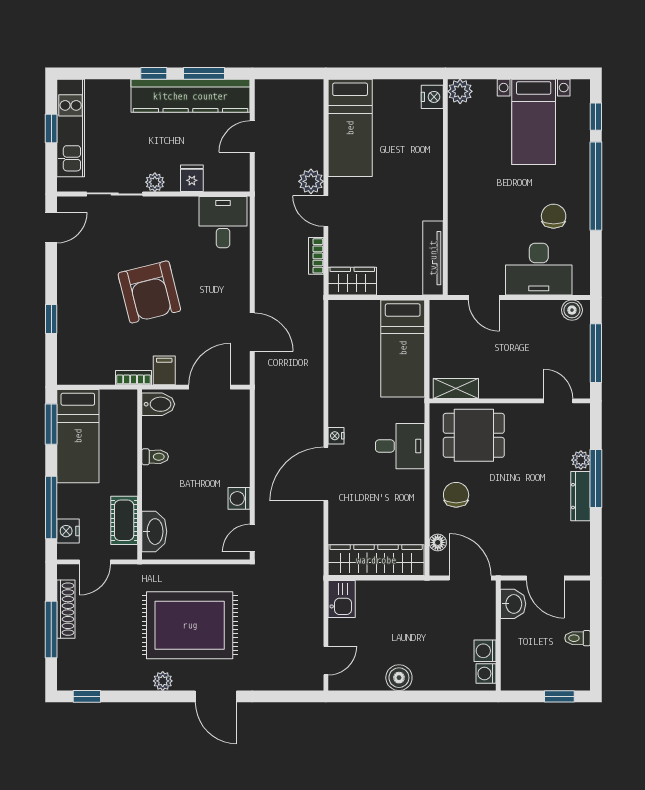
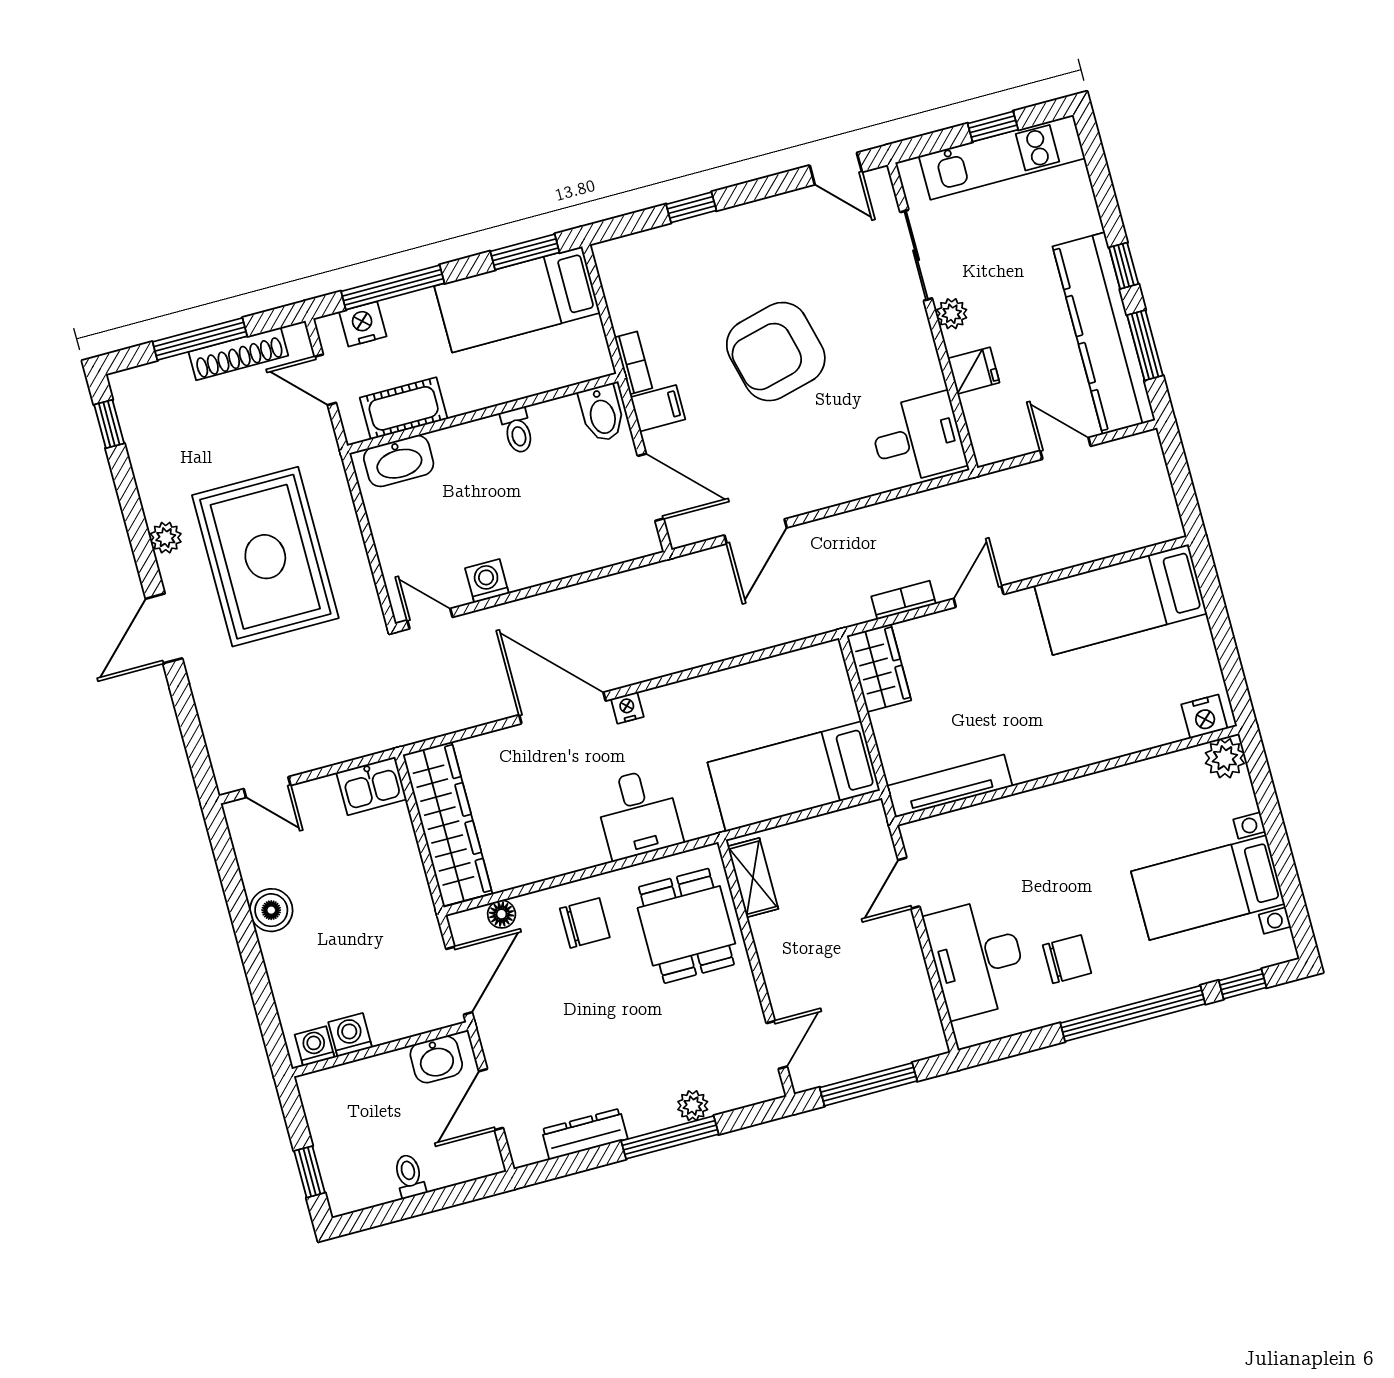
plant: (311, 181) -> (1019, 560), removed
boiler: (572, 310) -> (926, 1028), removed
dresser: (581, 496) -> (585, 1134), moved

